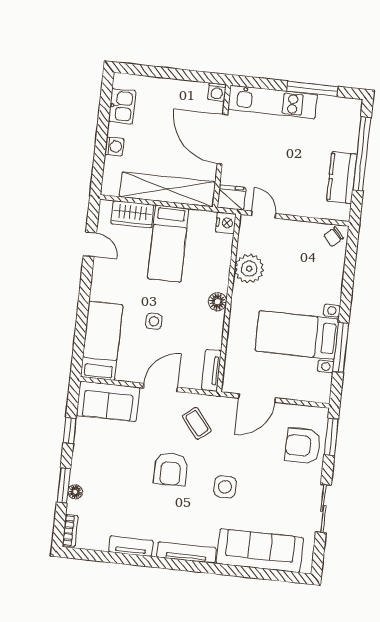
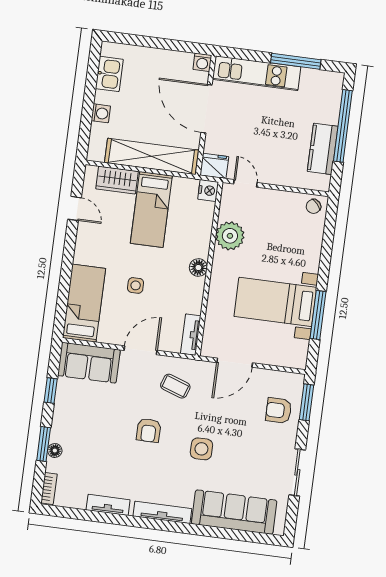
coffee table: (197, 423) -> (175, 386), turned -32
armchair: (303, 446) -> (279, 410), width x0.72, depth x0.72
armchair: (171, 469) -> (149, 430), width x0.72, depth x0.72

